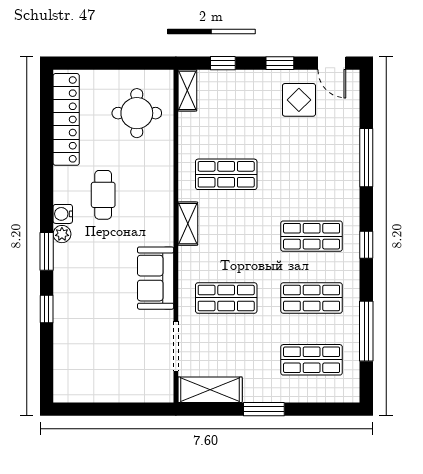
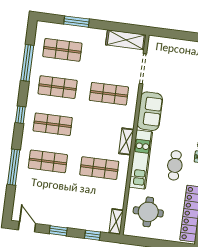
display table: (299, 100) -> (50, 207), removed
shop shelf: (312, 174) -> (48, 161), added
kitchen unit: (160, 197) -> (141, 159), added
window: (264, 409) -> (77, 22), moved

